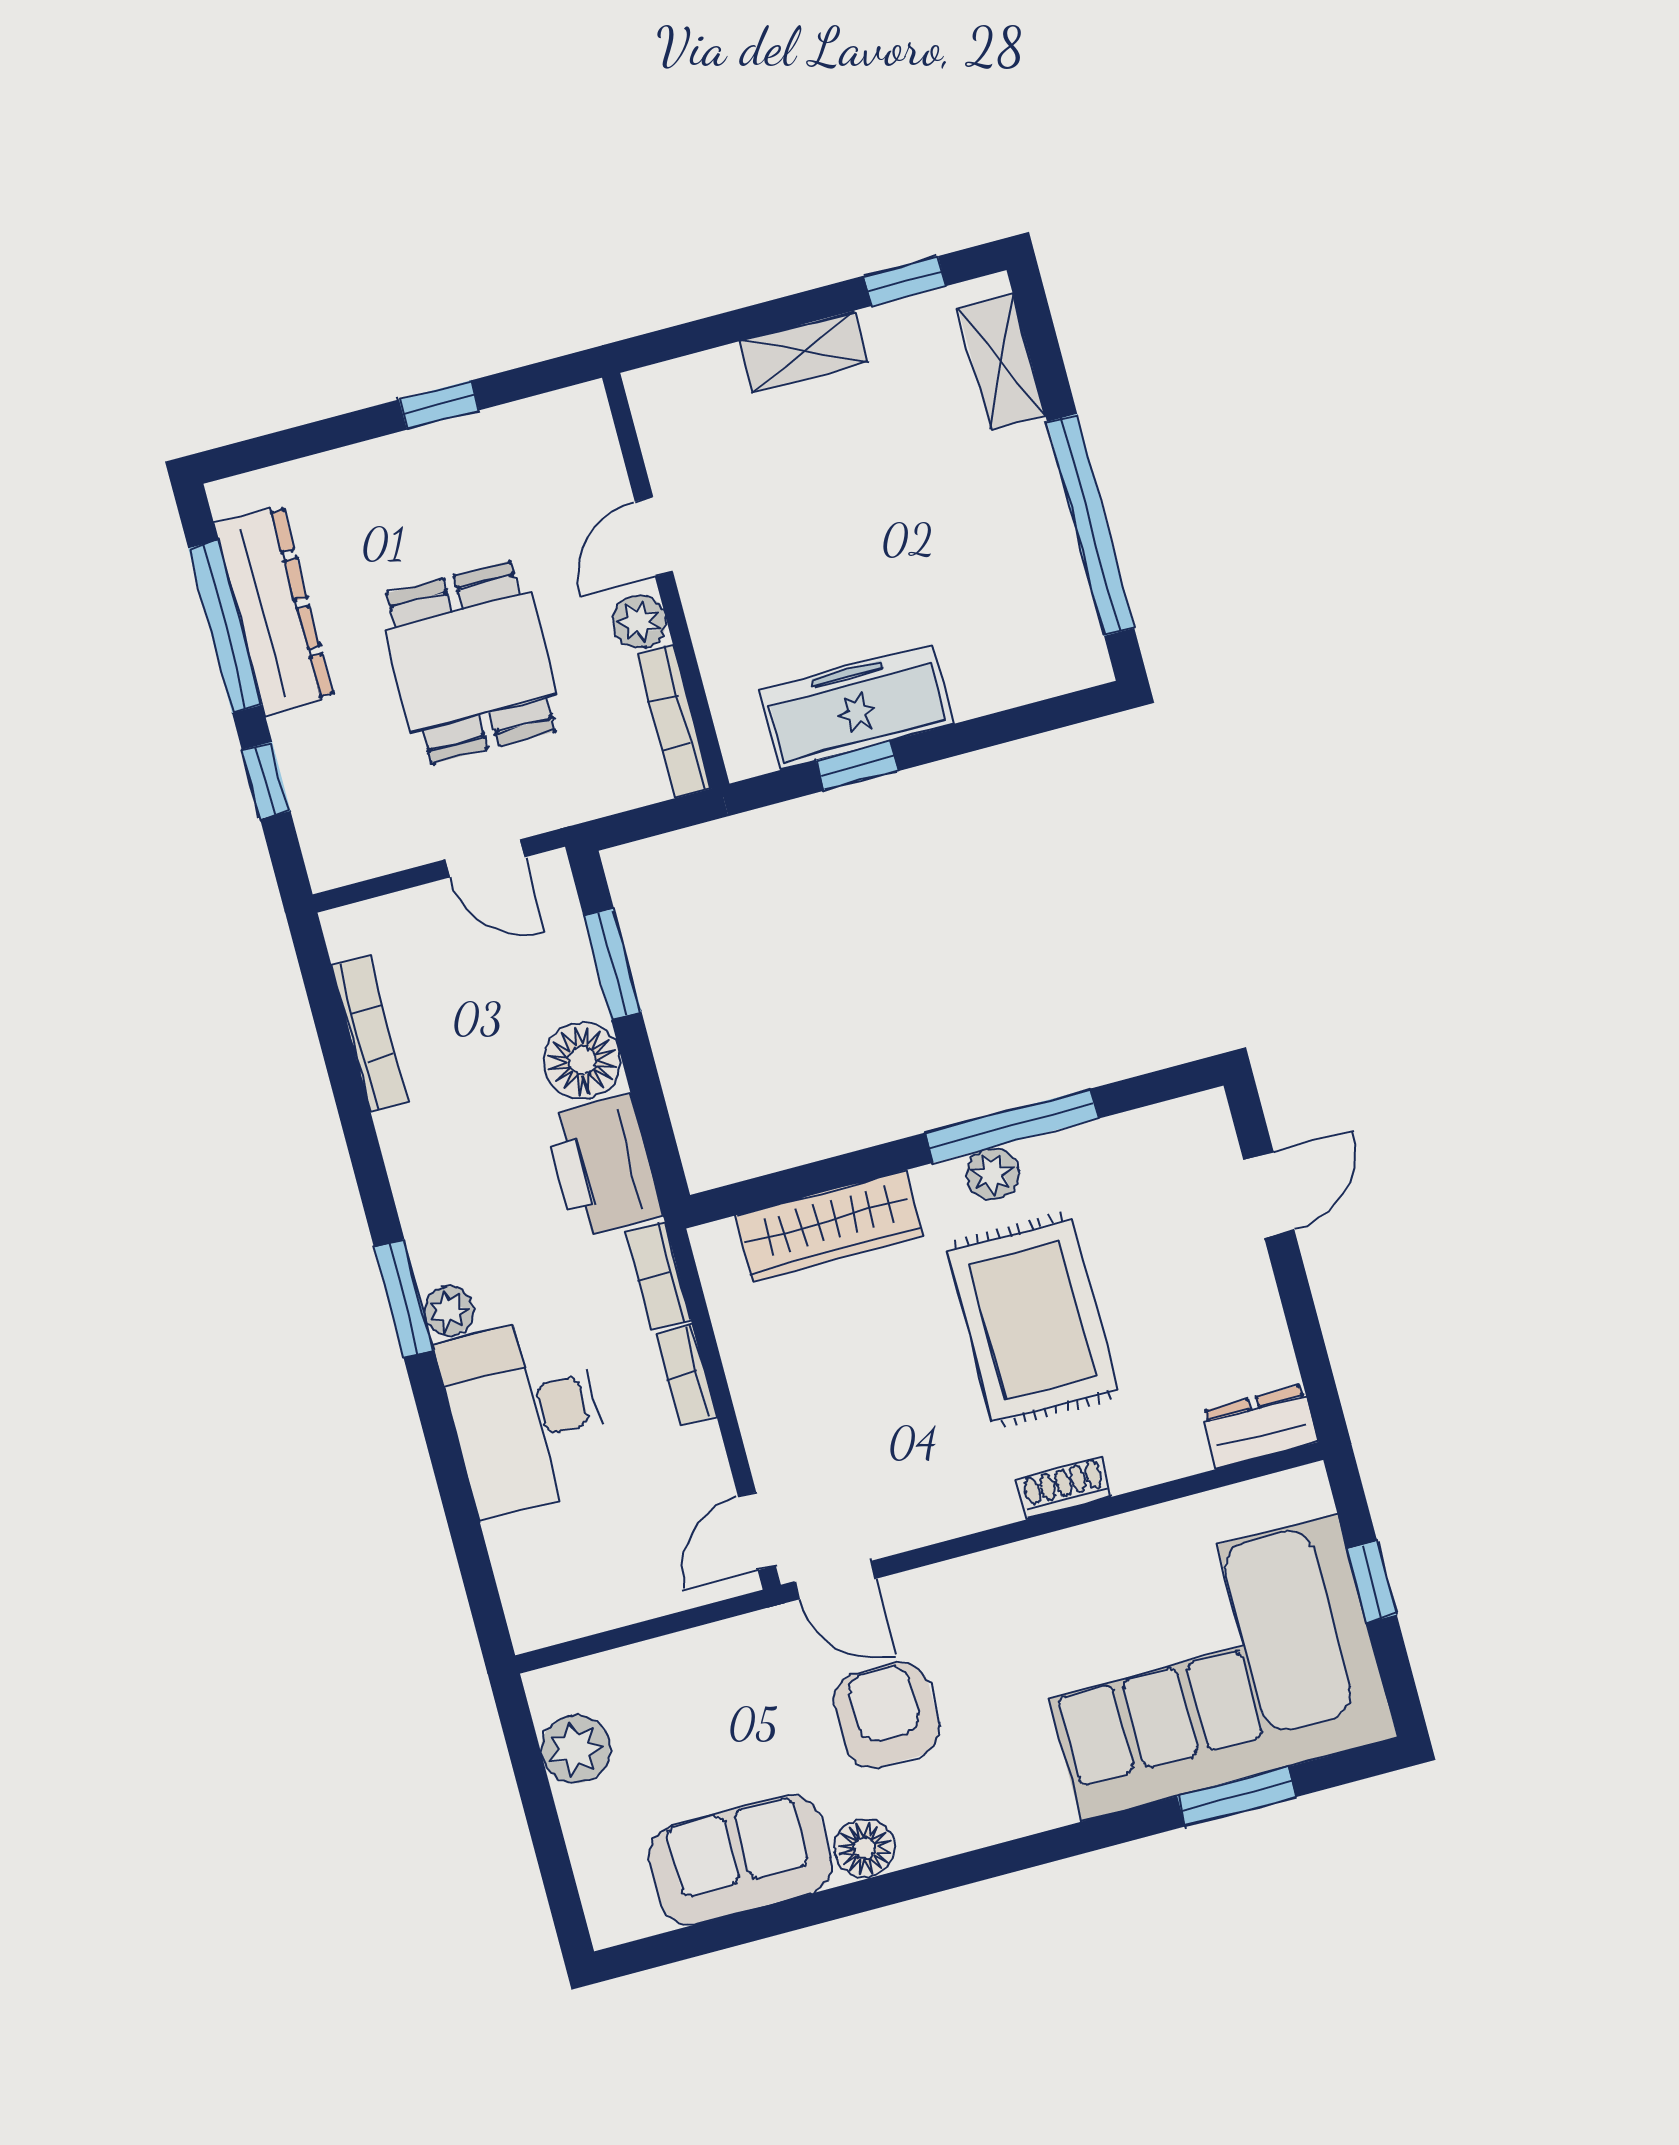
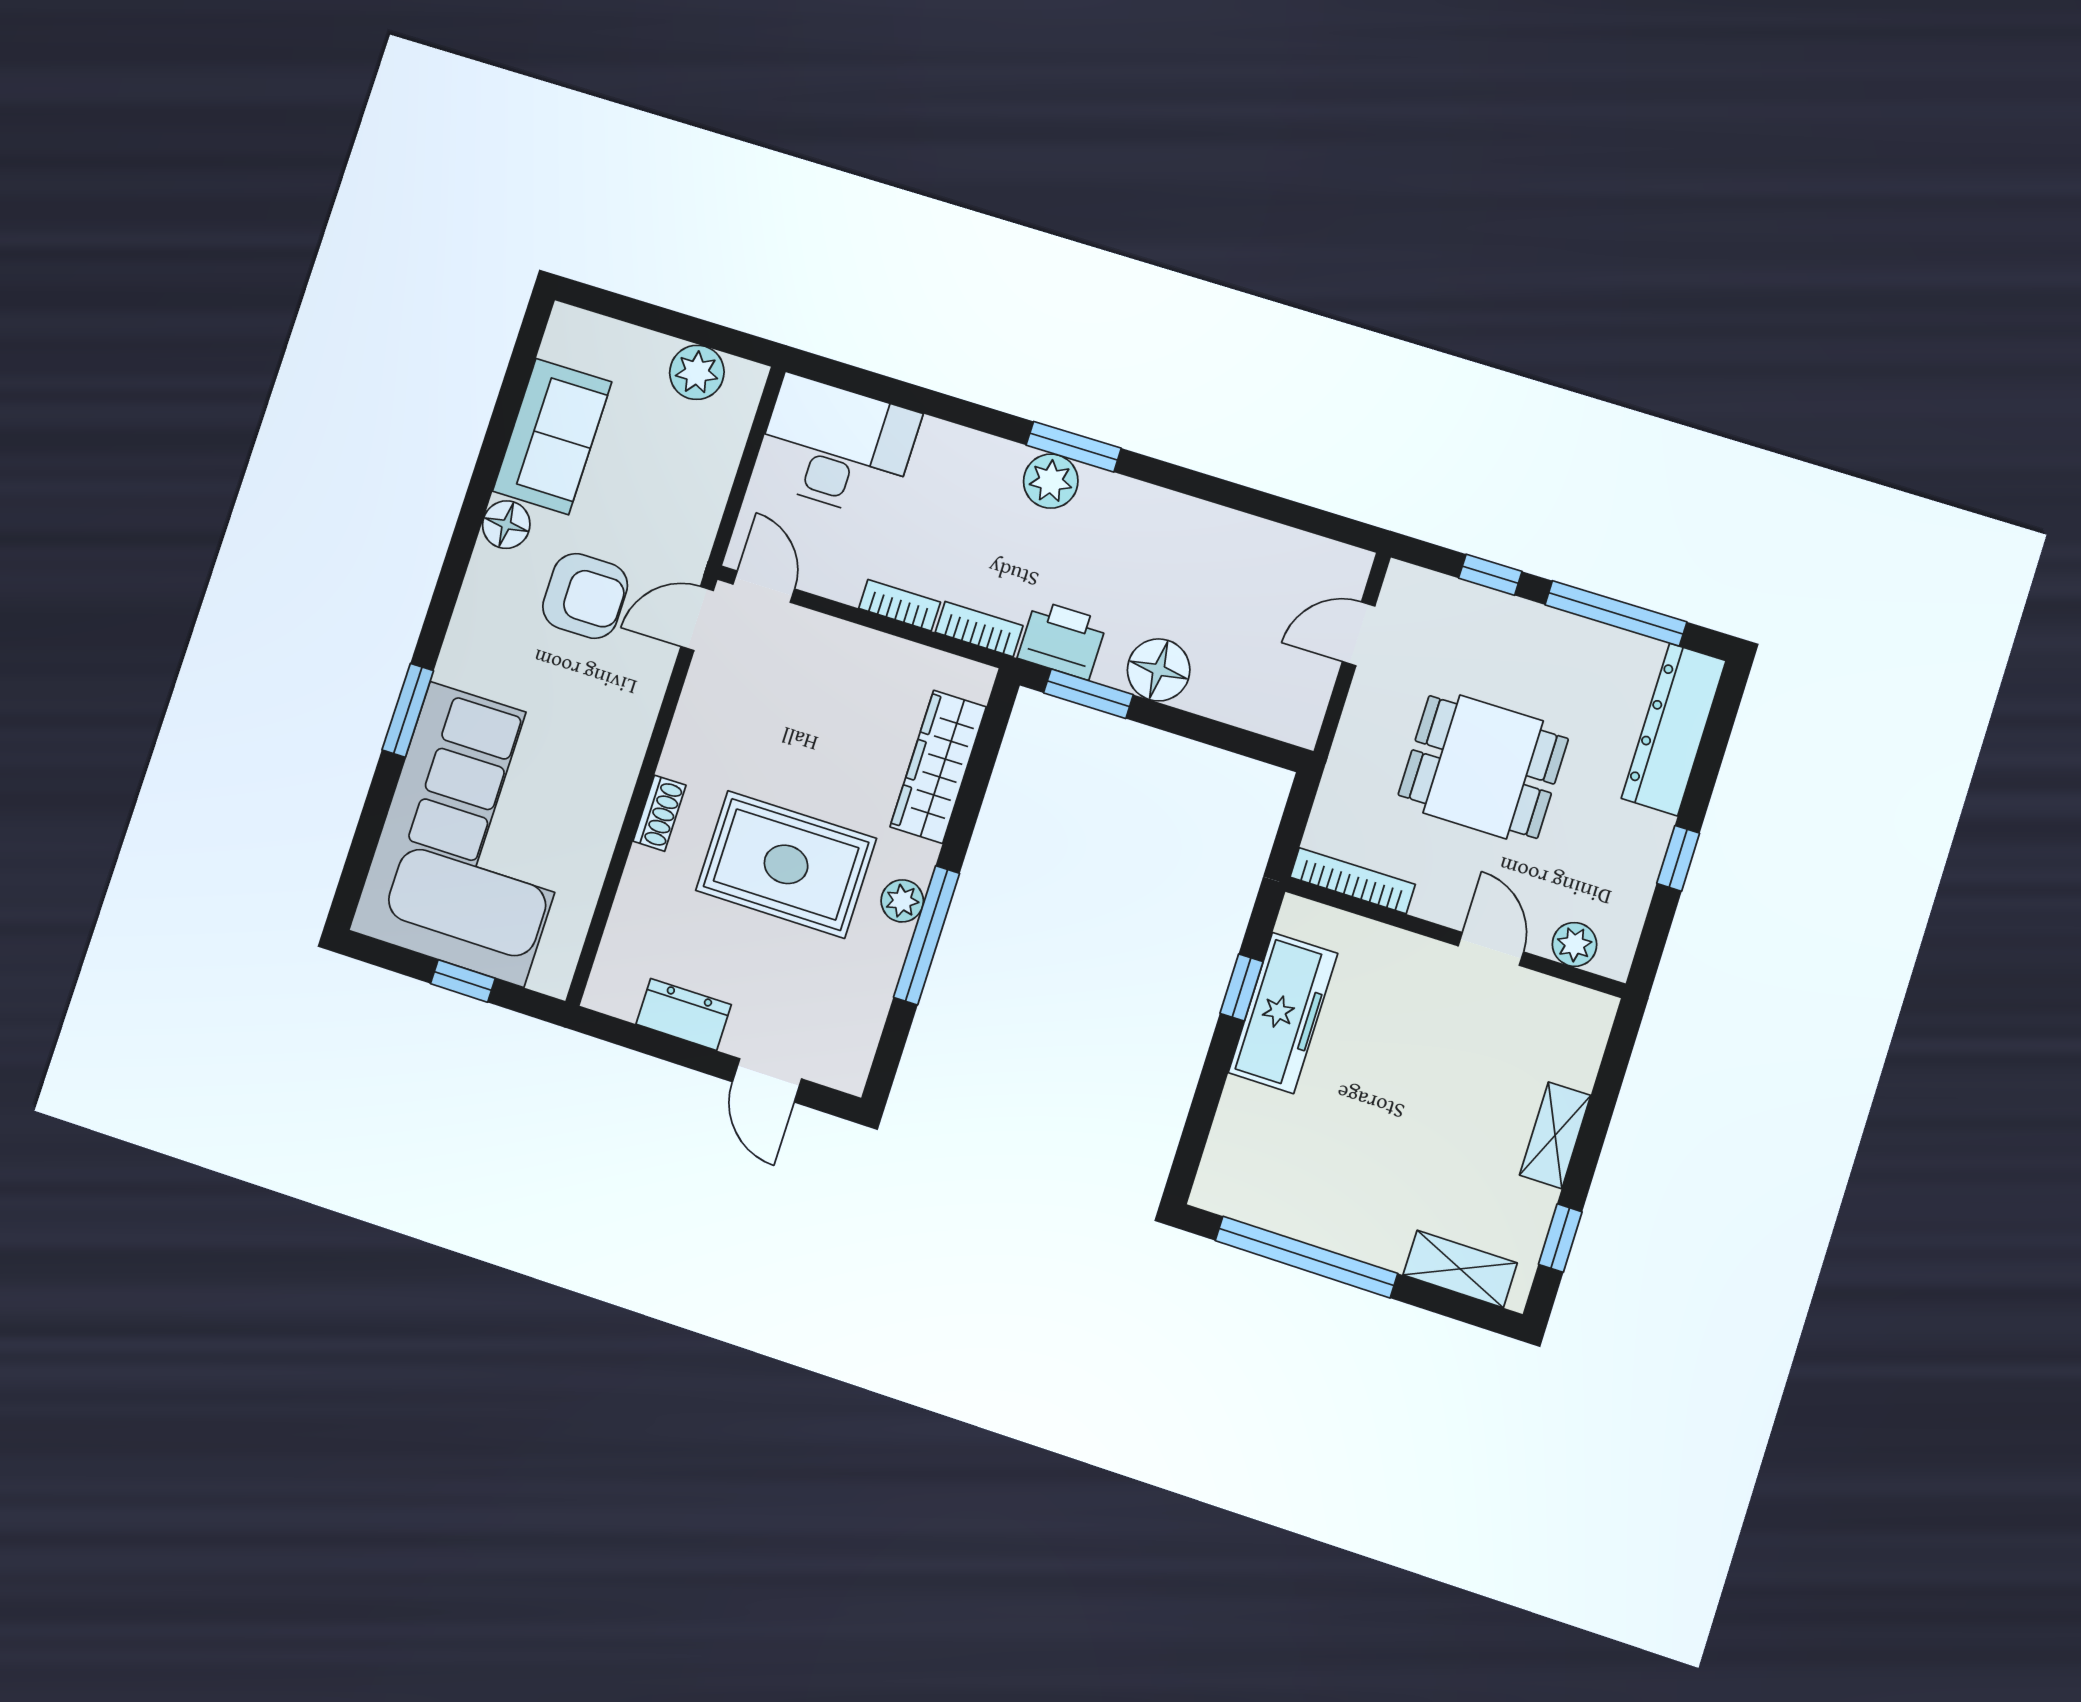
dresser: (274, 611) -> (1674, 729), moved, turned 90
plant: (639, 622) -> (1574, 944), moved
door: (485, 858) -> (1359, 634), moved
window: (612, 964) -> (1088, 694), moved
bookcase: (370, 1034) -> (1270, 537), removed
printer: (603, 1166) -> (1062, 640), width x0.73, depth x0.84
plant: (449, 1311) -> (1051, 481), width x1.38, depth x1.38
desk: (525, 1415) -> (837, 447), moved
dresser: (1260, 1427) -> (684, 1014), moved, turned -90
window: (1237, 1797) -> (408, 710), moved

